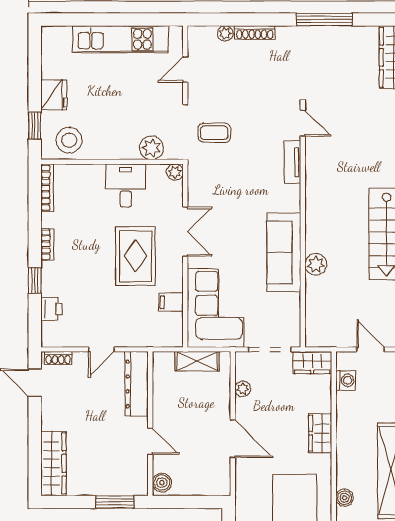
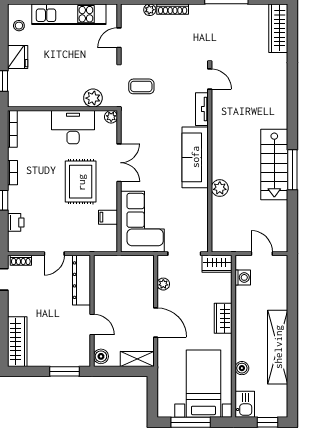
stool: (69, 140) -> (19, 26), moved, width x0.53, depth x0.53
desk: (126, 186) -> (73, 127), width x1.37
sofa: (284, 253) -> (195, 157), moved
shelving: (197, 361) -> (137, 359), moved

